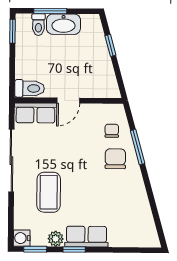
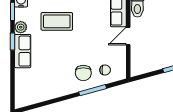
door: (68, 100) -> (128, 36), hinge flipped
chair: (115, 159) -> (83, 73), turned 90

